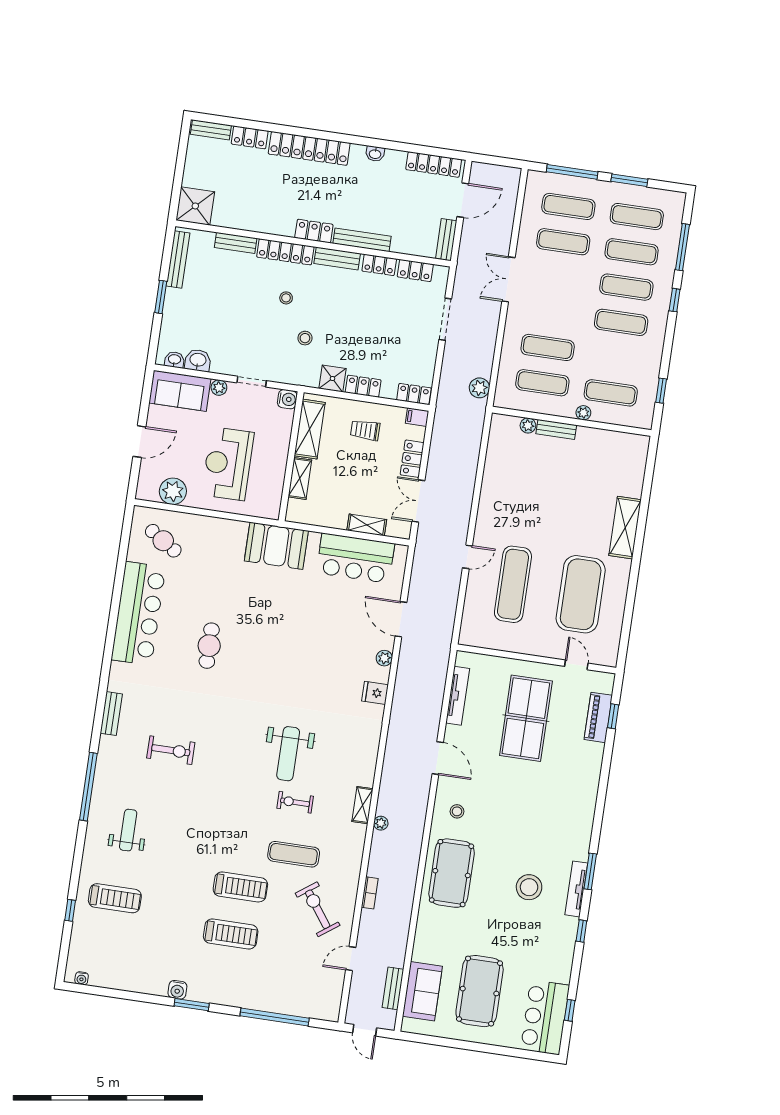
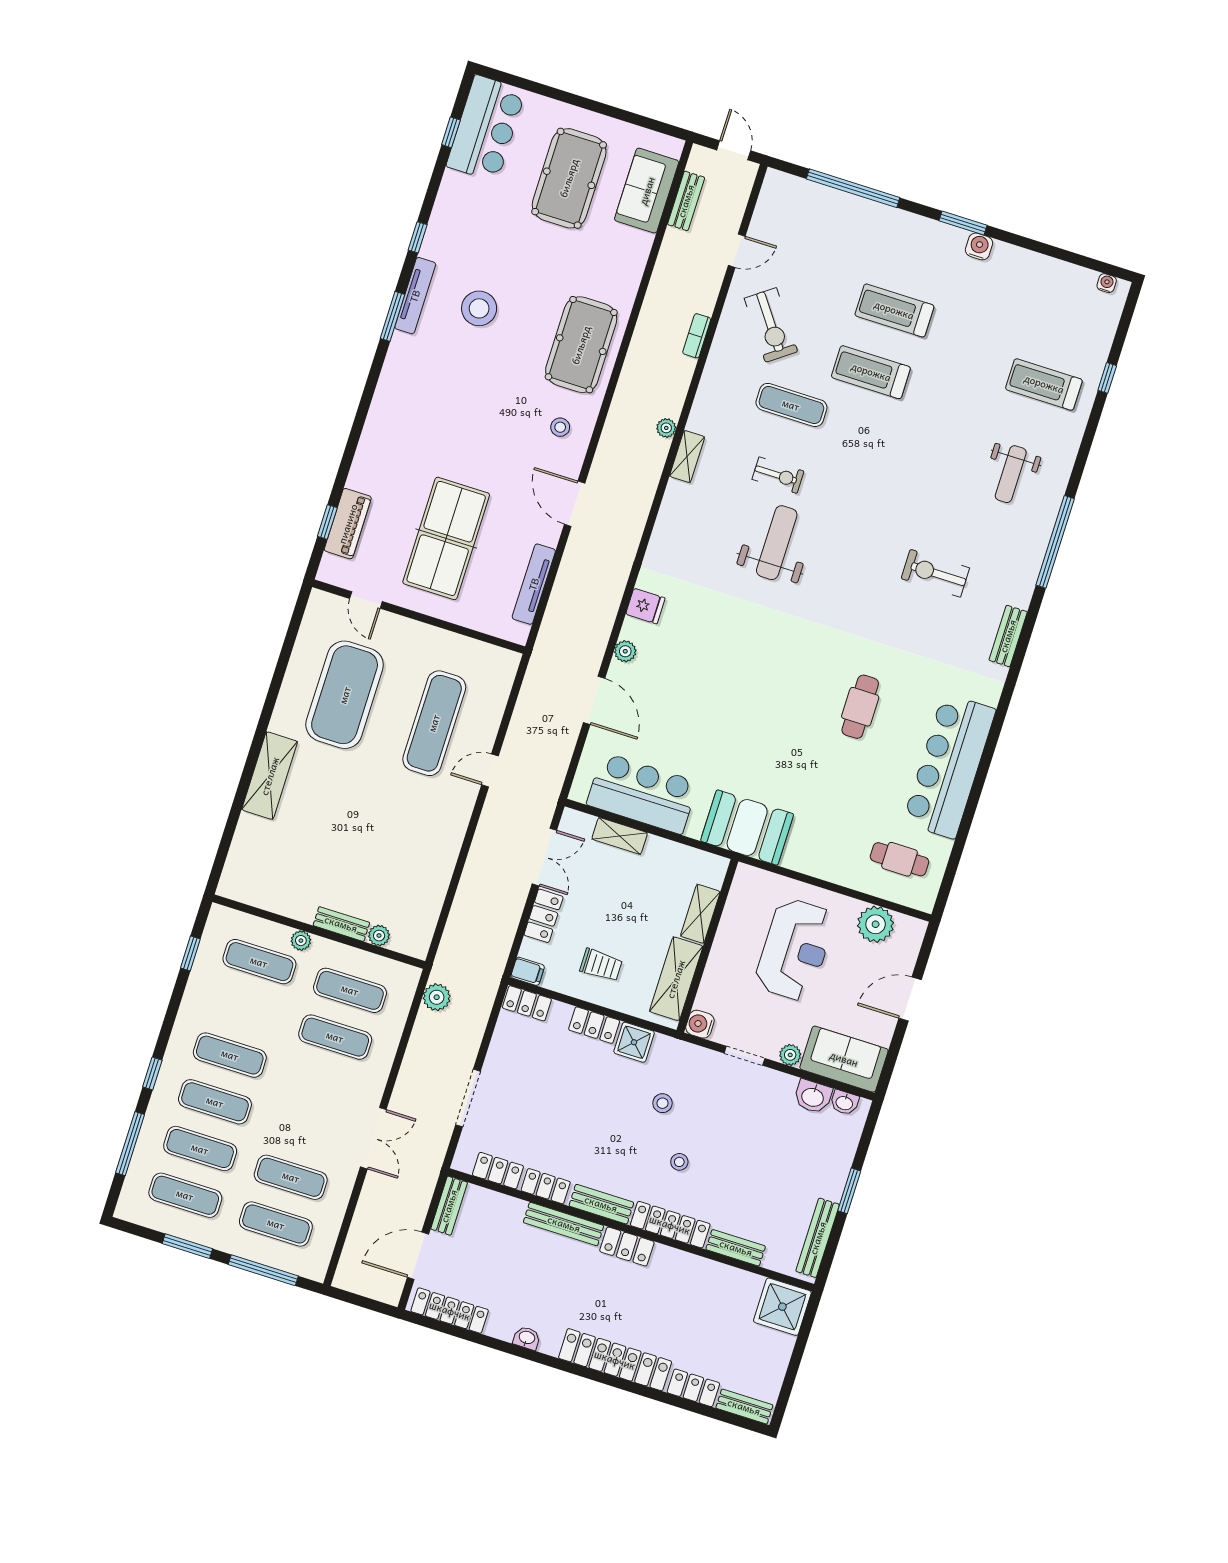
cafe table: (163, 541) -> (899, 859), turned -33

